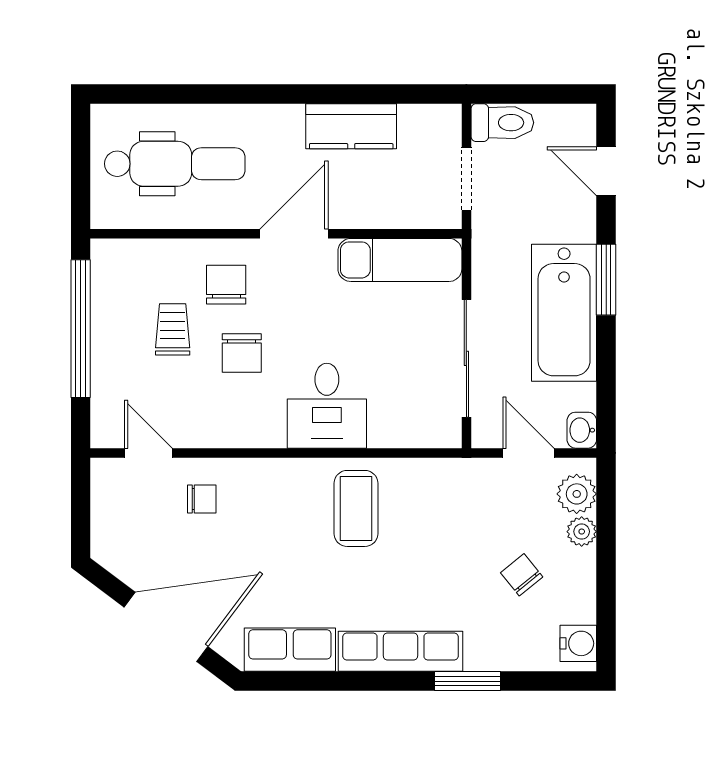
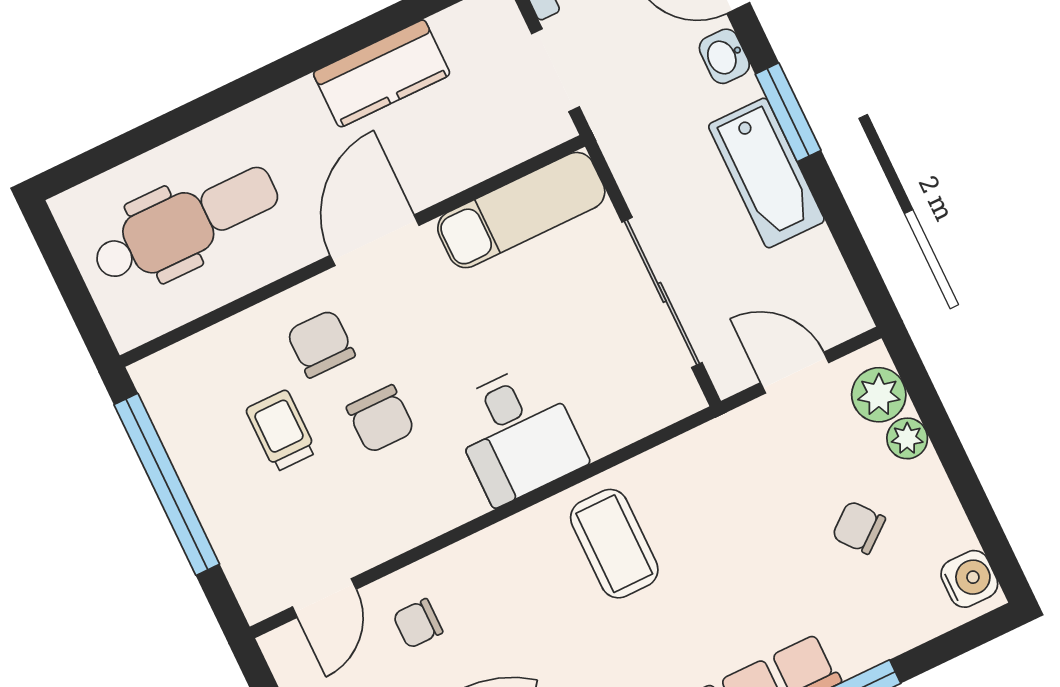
bathtub: (564, 313) -> (766, 173), width x0.73, depth x0.73
washbasin: (582, 430) -> (724, 56), moved
door: (148, 453) -> (324, 598), swing flipped
chair: (202, 499) -> (418, 624), turned 180

